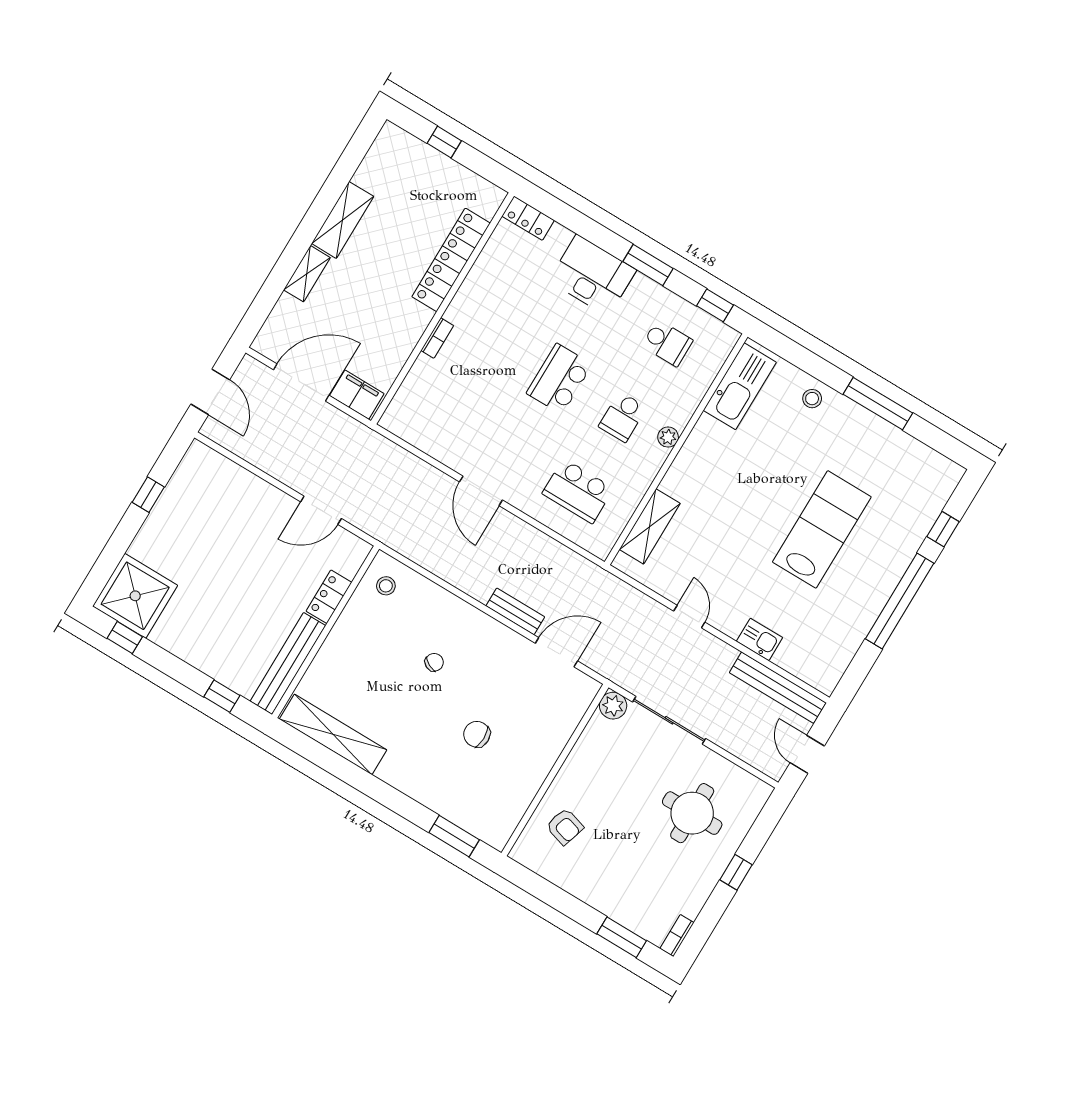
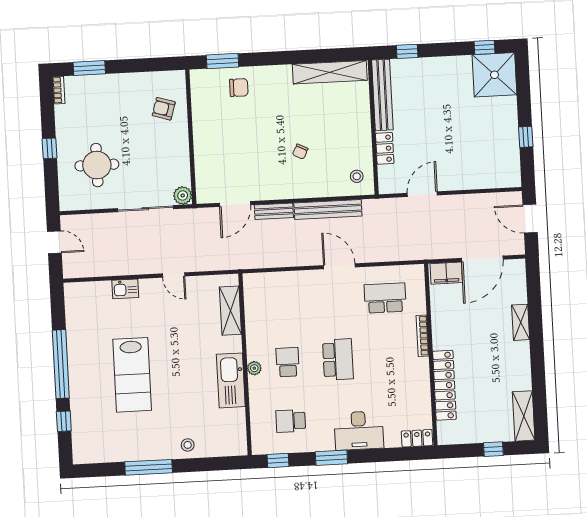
shelving: (343, 220) -> (524, 416), moved
bookcase: (437, 338) -> (423, 336), width x1.56
kitchen sink: (740, 386) -> (231, 380), moved
school desk: (578, 491) -> (385, 298), moved
bench: (778, 688) -> (328, 210), moved
chair: (477, 734) -> (239, 88), moved

